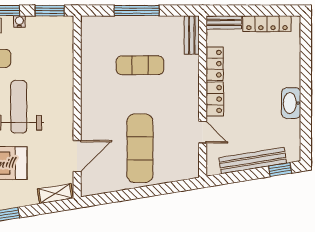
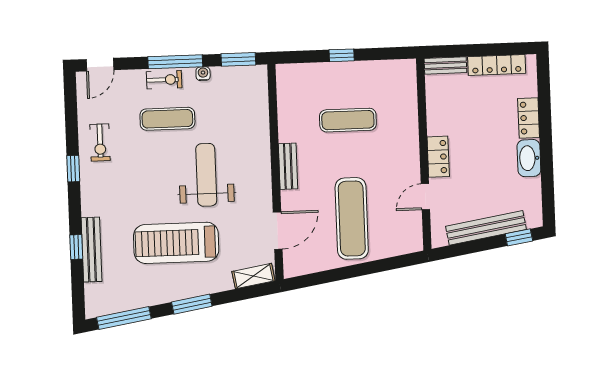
window: (137, 11) -> (342, 55), width x0.46
bench: (192, 35) -> (288, 166), moved
locker: (215, 64) -> (529, 118), moved, turned 180
door: (203, 132) -> (425, 197), swing flipped

